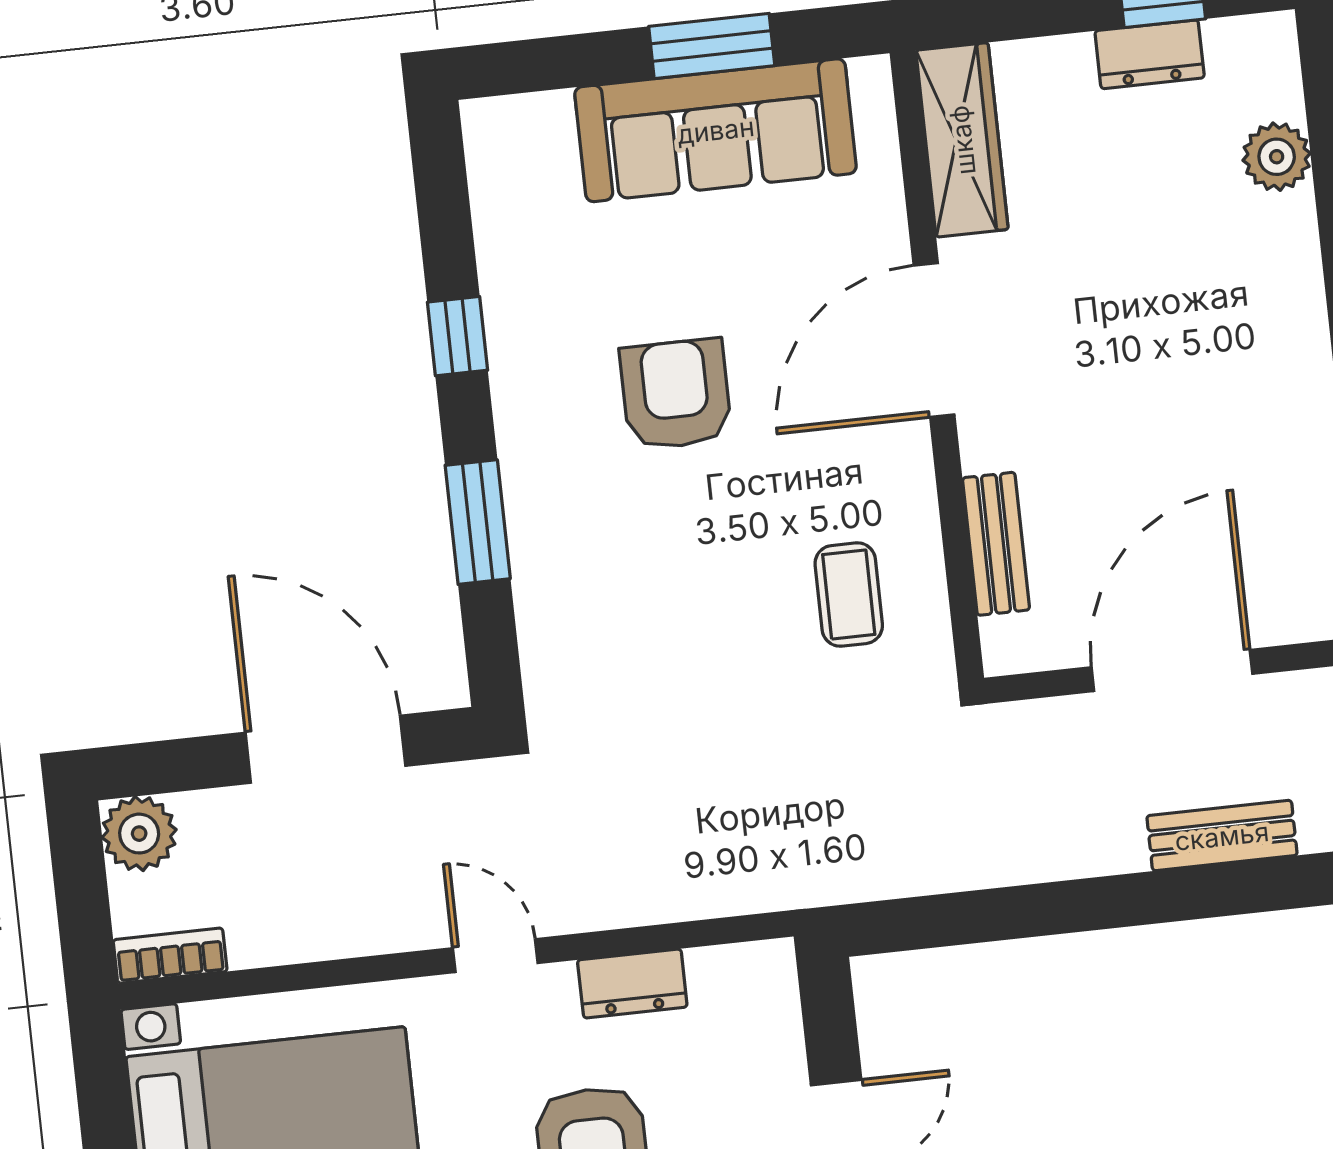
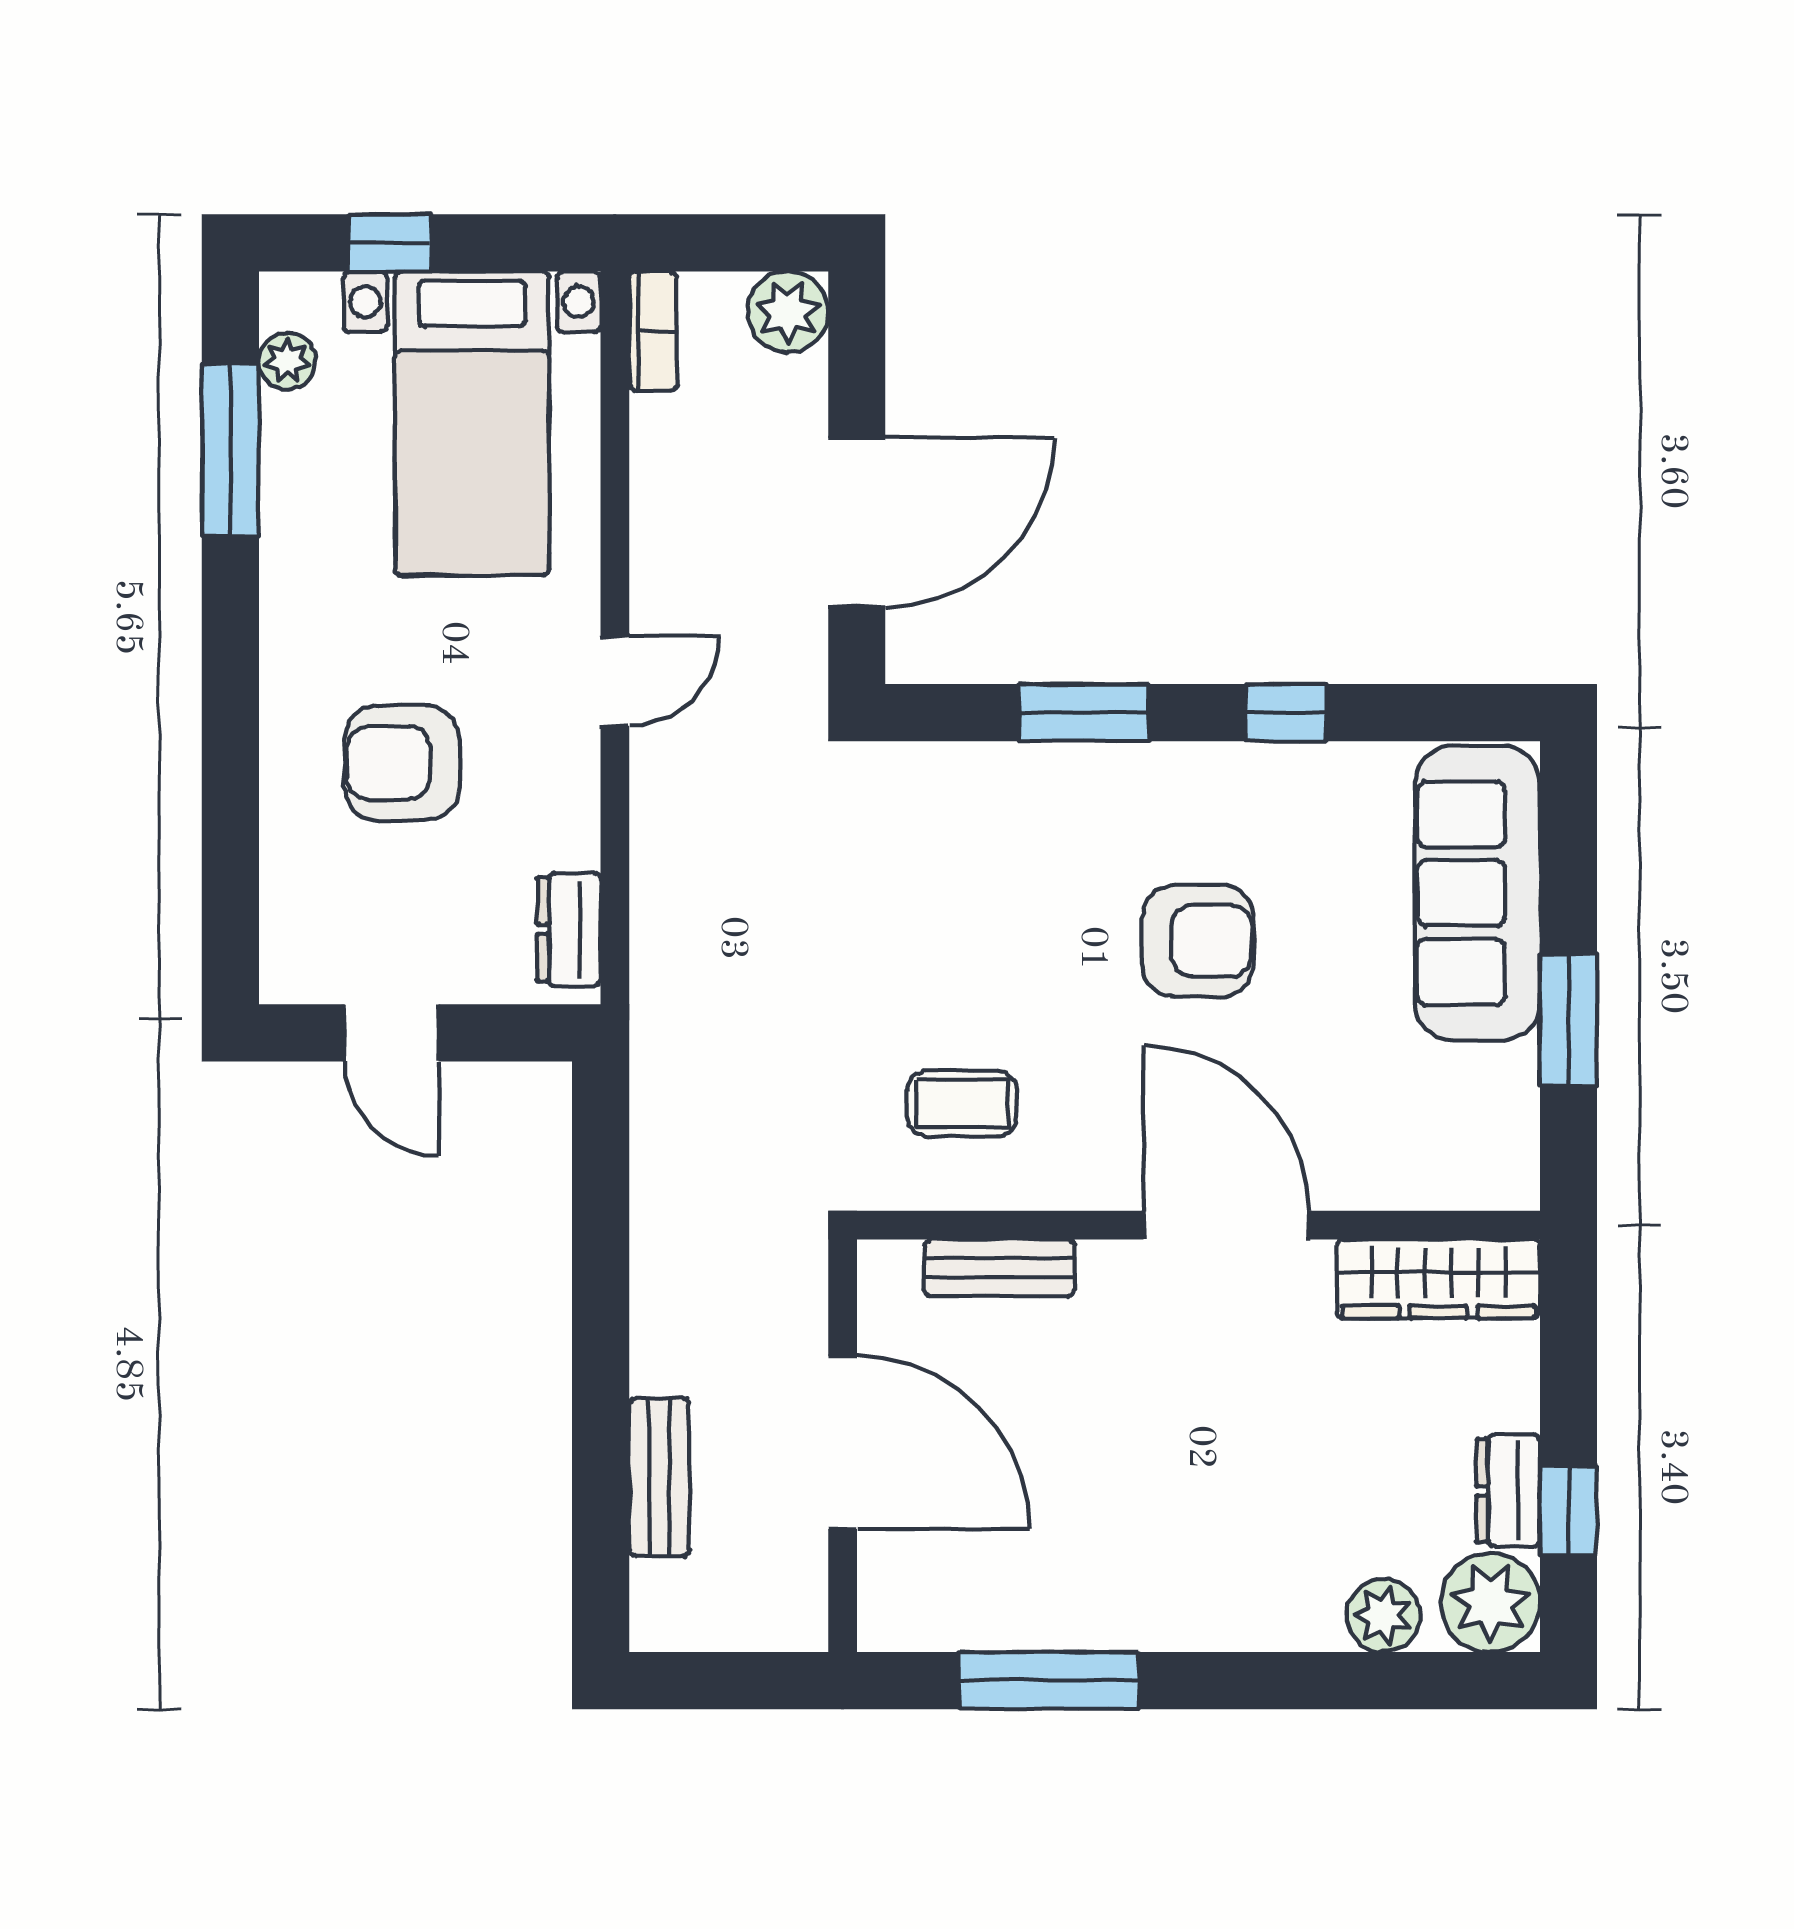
plant: (1254, 60) -> (1490, 1602), added
sofa: (716, 130) -> (1477, 893), moved
dresser: (632, 983) -> (569, 930), moved

